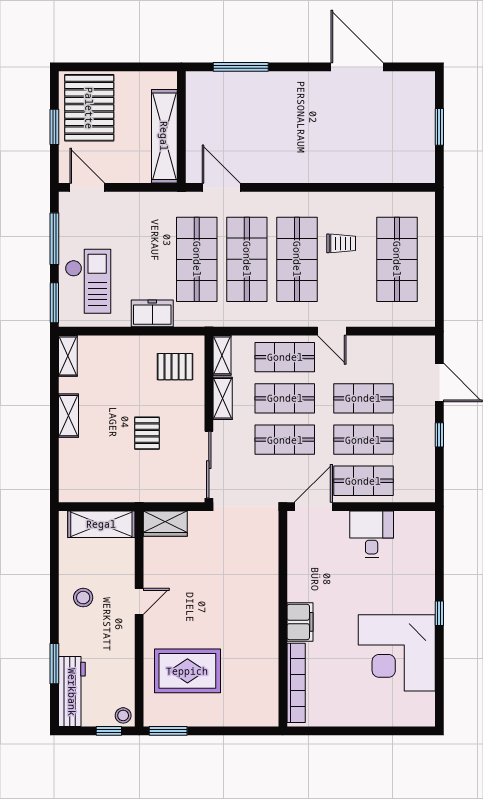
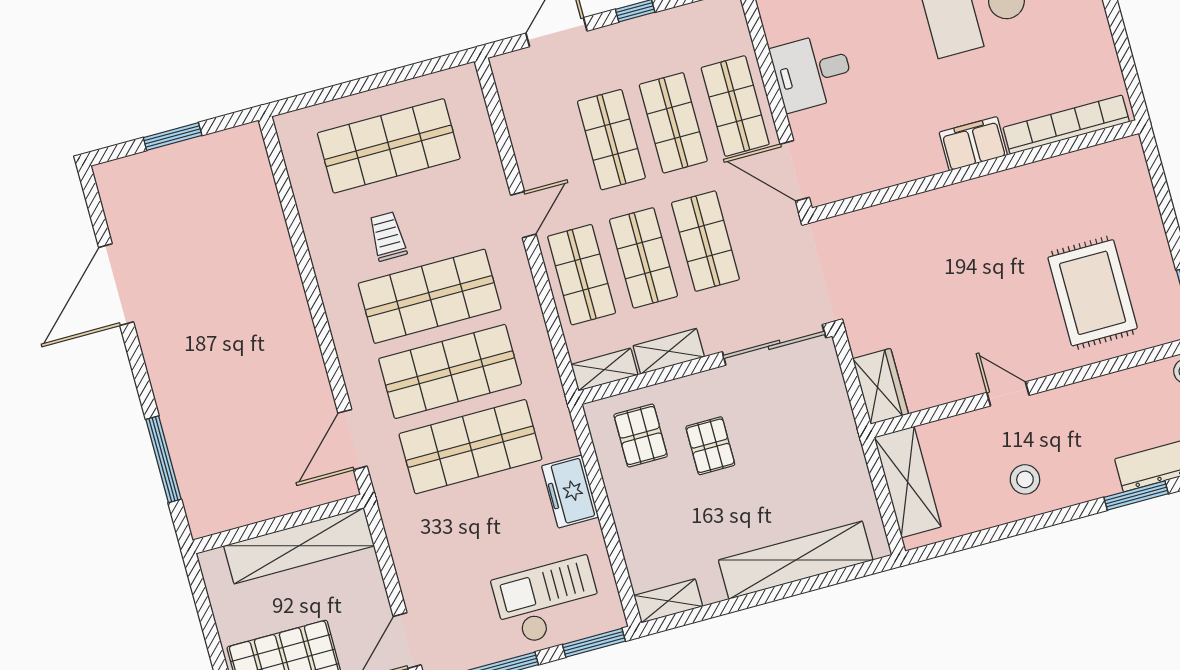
shelving: (69, 416) -> (796, 560), width x2.20, depth x1.33
pallet: (147, 433) -> (710, 446), moved, turned 90

